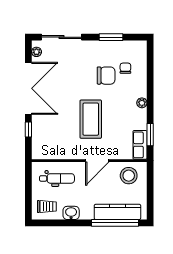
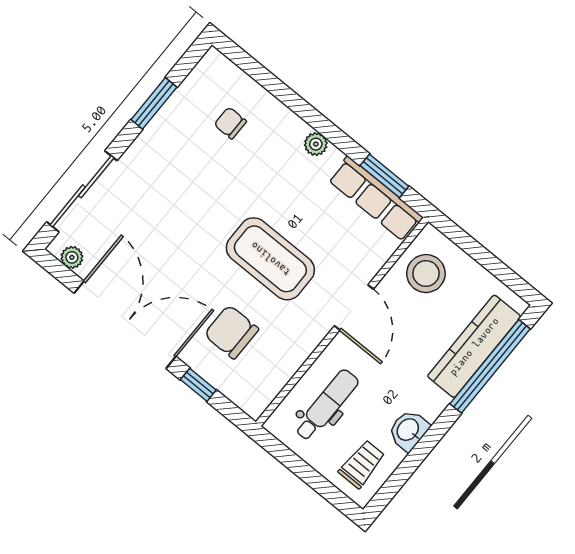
chair: (106, 76) -> (231, 332), moved, turned -90
row of seats: (140, 145) -> (376, 199), width x1.48

